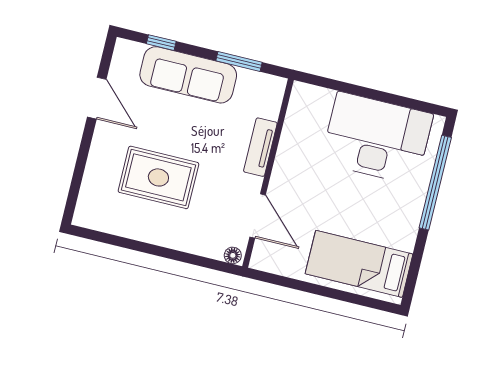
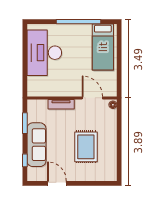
door: (97, 98) -> (57, 183), hinge flipped
window: (435, 183) -> (79, 22), moved
door: (258, 216) -> (92, 98), hinge flipped

